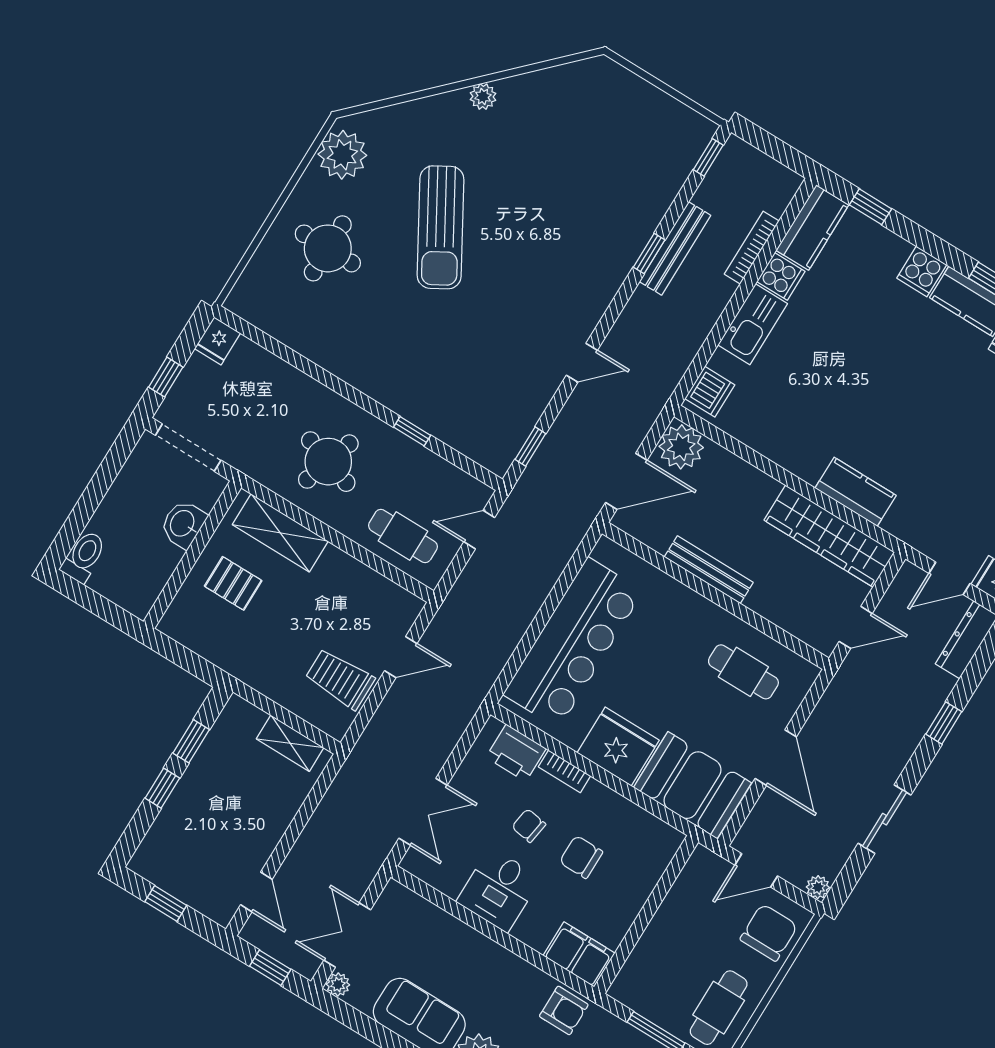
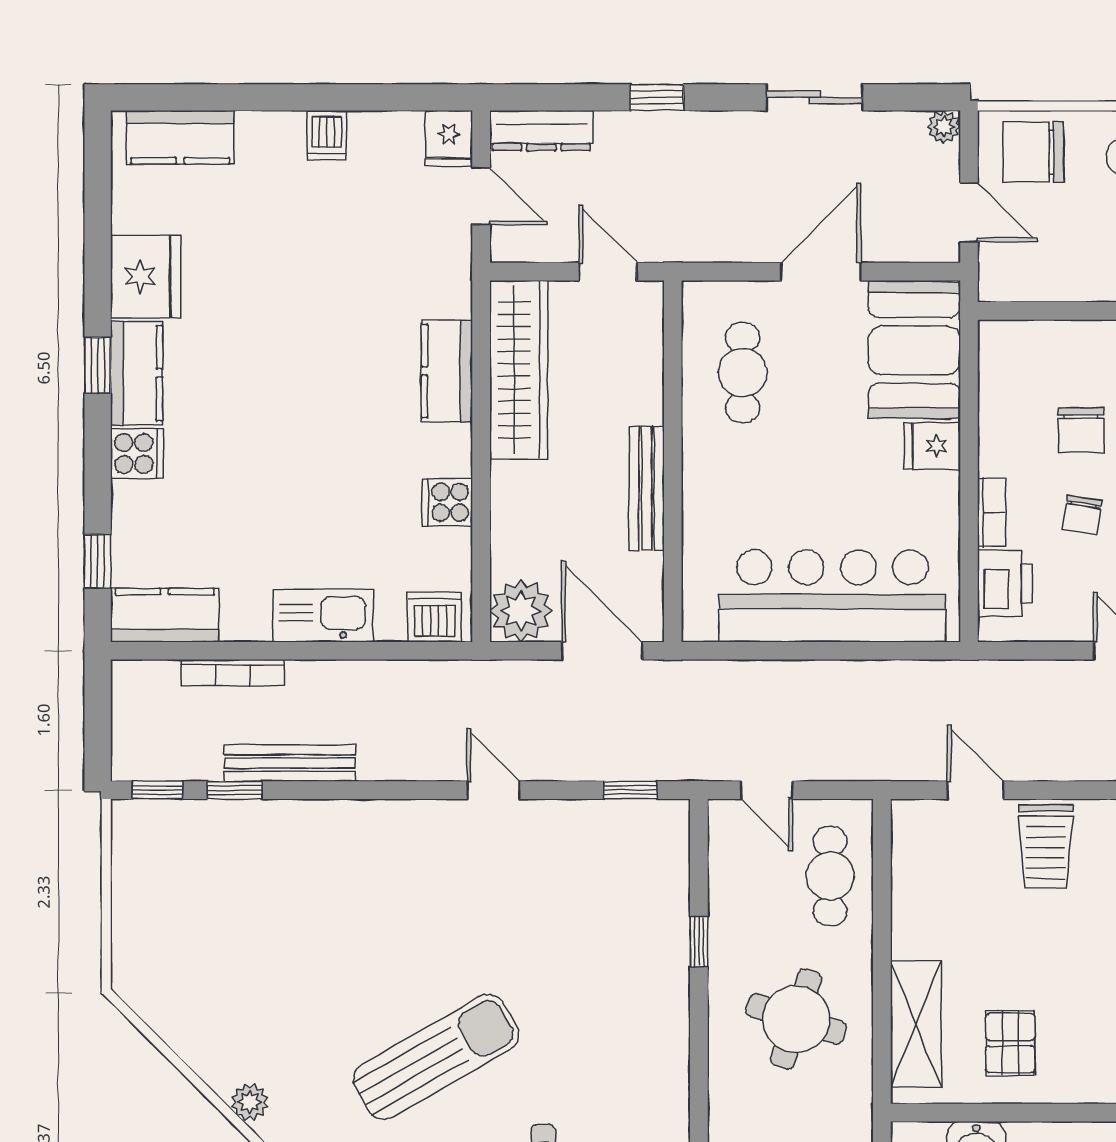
window: (649, 253) -> (234, 790), moved
cooker: (781, 276) -> (447, 502), moved, turned -90
fridge: (618, 747) -> (932, 446), width x0.53, depth x0.75

